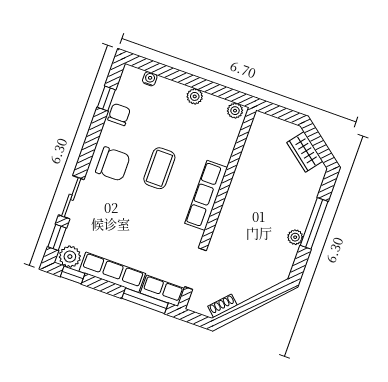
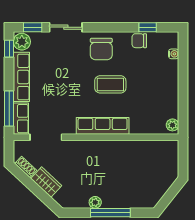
plant: (195, 96) -> (172, 92), removed
chair: (119, 114) -> (139, 41), turned 180
wardrobe: (305, 152) -> (46, 182), moved, turned 95

